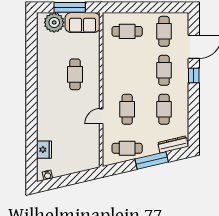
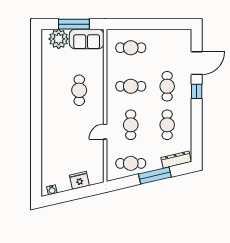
cafe table: (164, 31) -> (131, 86), moved, turned 90
fridge: (44, 150) -> (79, 180), moved, turned -103

